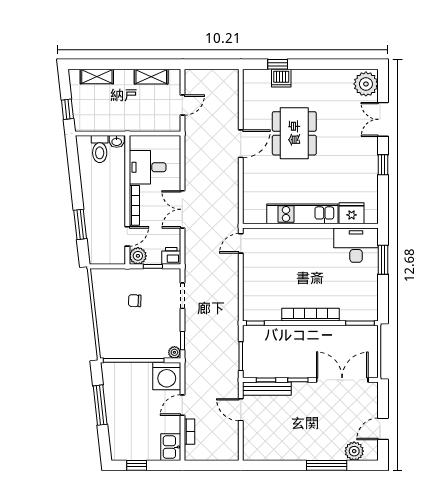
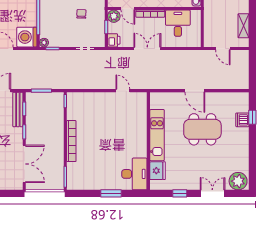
fridge: (352, 213) -> (158, 171), moved
kitchen unit: (302, 214) -> (157, 135), moved
wall: (310, 226) -> (148, 141), moved
desk: (356, 245) -> (134, 174), moved

